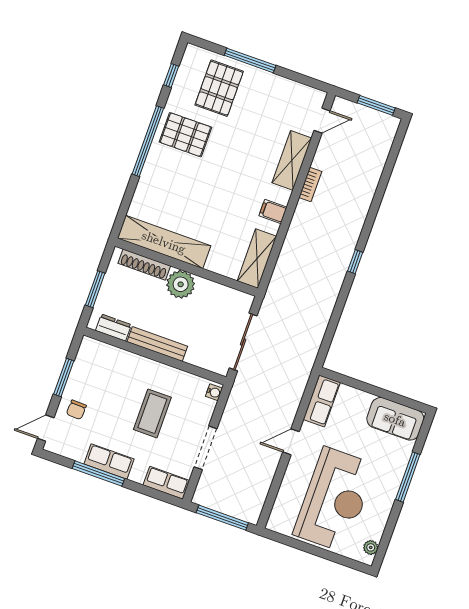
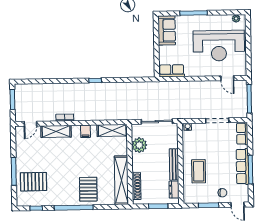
door: (322, 121) -> (30, 124), swing flipped
pallet: (185, 135) -> (88, 189), moved
plant: (181, 284) -> (139, 145), moved
coffee table: (152, 413) -> (199, 171), moved, turned 90
door: (291, 442) -> (227, 78), moved
row of seats: (109, 462) -> (242, 167), width x1.48
reception desk: (335, 500) -> (219, 46), turned 180

